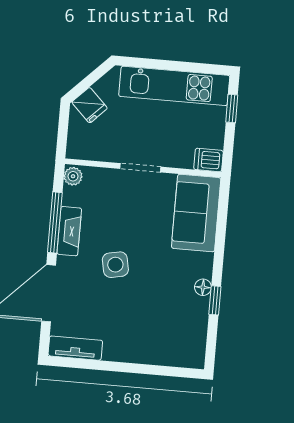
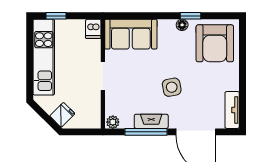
armchair: (173, 332) -> (215, 43), added

